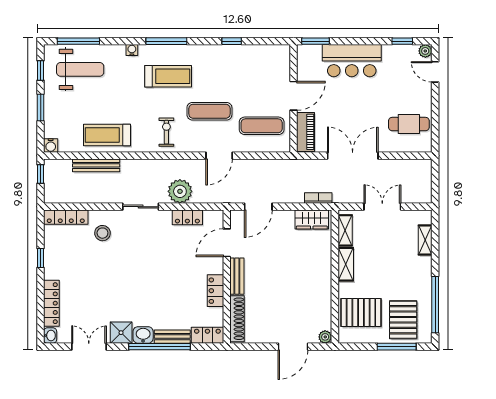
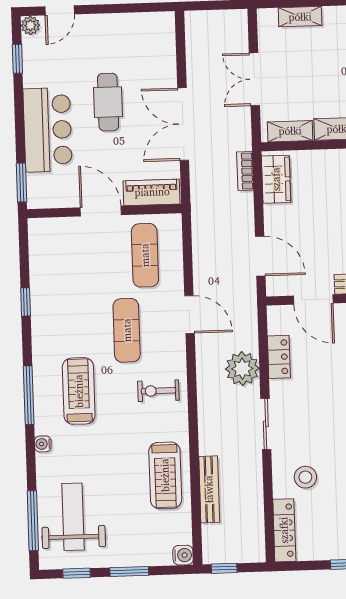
cafe table: (409, 124) -> (108, 102), moved

